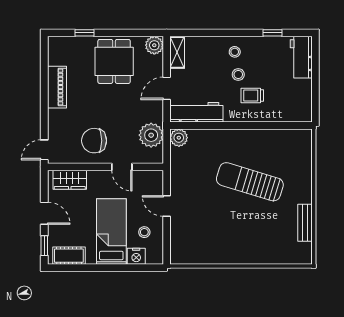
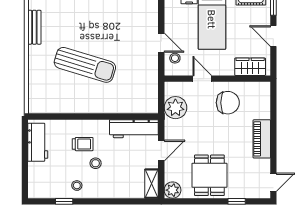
stool: (235, 52) -> (77, 186), moved
workbench: (301, 57) -> (38, 142), moved
piano: (57, 87) -> (262, 139), moved
plant: (179, 138) -> (150, 105), removed
door: (44, 150) -> (273, 182), moved
stool: (144, 232) -> (175, 58), moved

